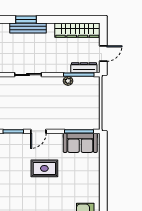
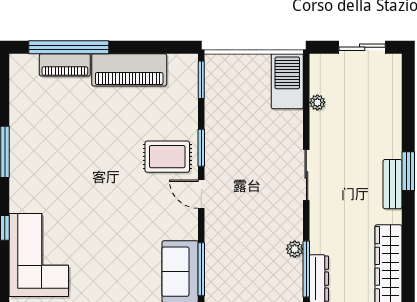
bench: (28, 28) -> (393, 184), width x0.73
rug: (44, 168) -> (167, 157), moved, turned 90

